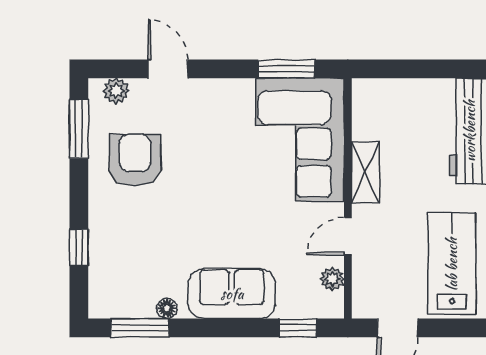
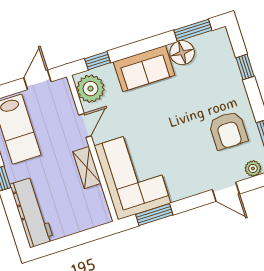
plant: (332, 279) -> (90, 89), width x1.87, depth x1.87
floor lamp: (167, 308) -> (182, 53), width x1.89, depth x1.89

